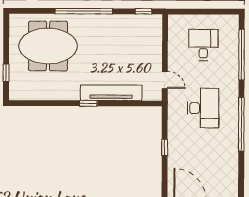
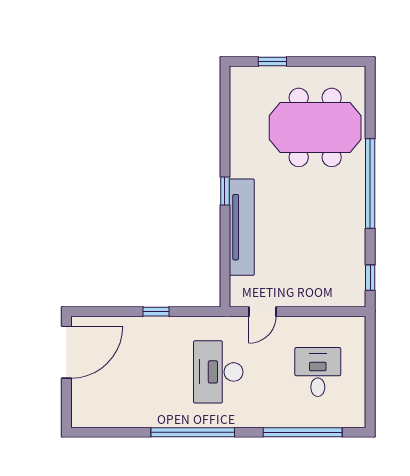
desk: (203, 45) -> (318, 372), turned -90
meeting table: (48, 46) -> (315, 127), turned 90
desk: (203, 108) -> (218, 372), turned 90

